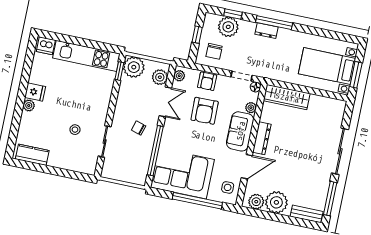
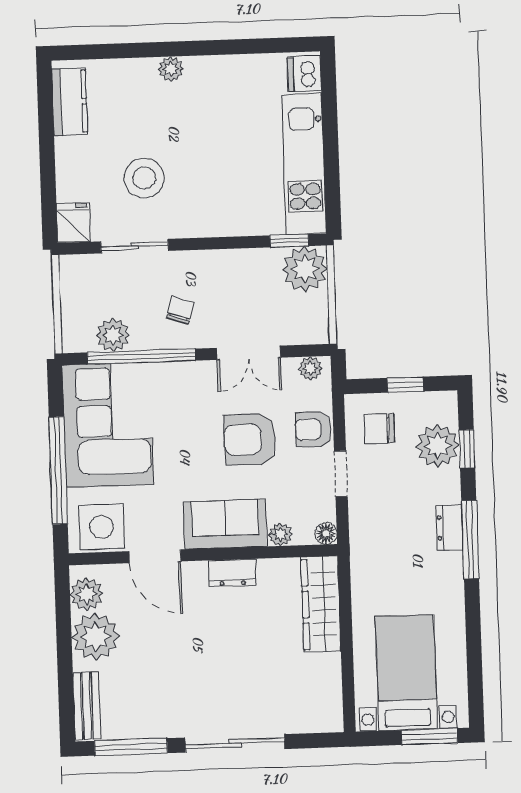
window: (356, 75) -> (429, 737), moved
doorway: (242, 76) -> (341, 474), moved
plant: (160, 77) -> (113, 335), moved
fridge: (35, 92) -> (73, 223), moved, turned 180
stool: (75, 130) -> (144, 178), width x1.89, depth x1.89
dresser: (262, 138) -> (232, 573), width x0.70
side table: (228, 187) -> (102, 527), width x1.87, depth x1.87

